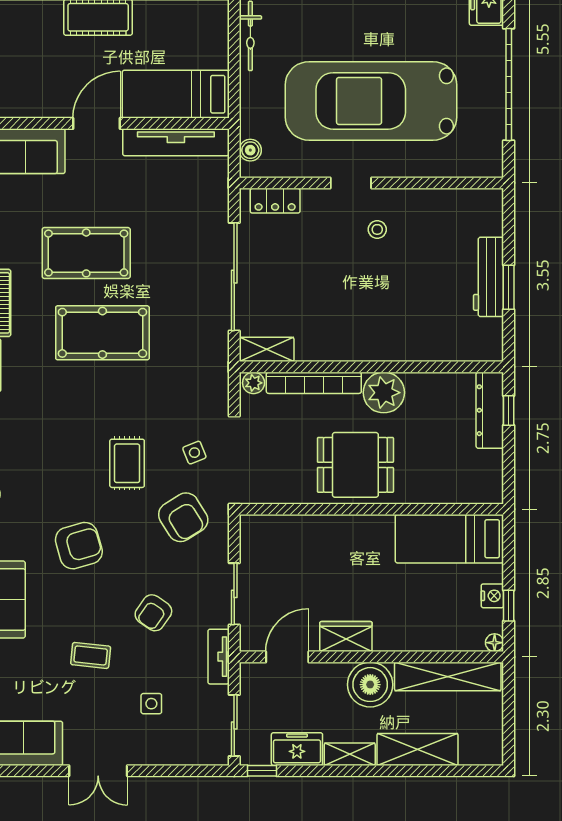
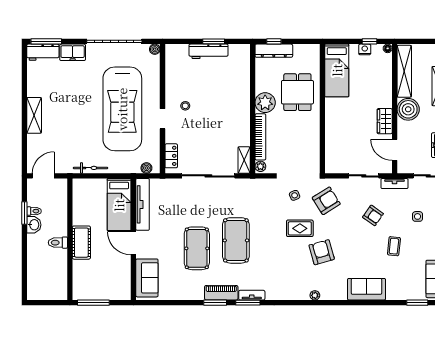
boiler: (493, 167) -> (155, 49), added
dining table: (355, 465) -> (297, 92), moved
armchair: (79, 546) -> (322, 252), moved

